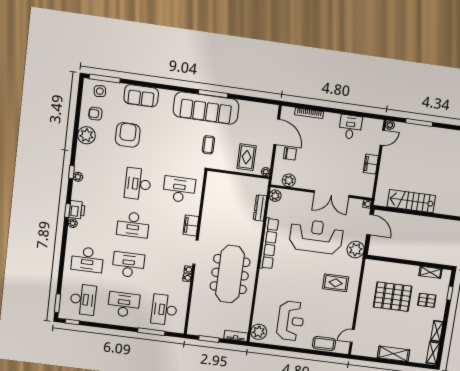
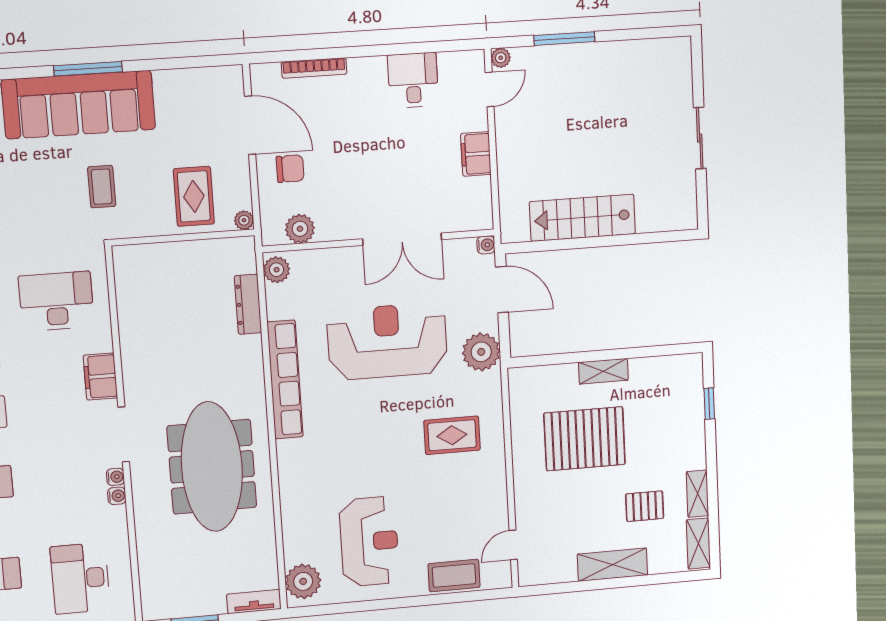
shelving: (430, 272) -> (603, 371), moved
pallet: (427, 300) -> (645, 506), moved

